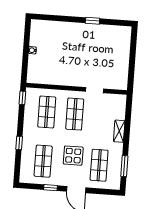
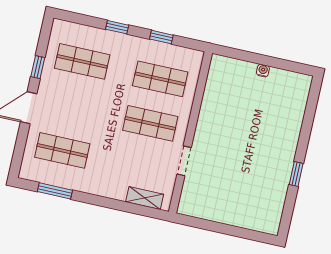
window: (22, 98) -> (161, 37), moved
shelving: (119, 131) -> (145, 198), moved
display table: (73, 156) -> (84, 111), removed

